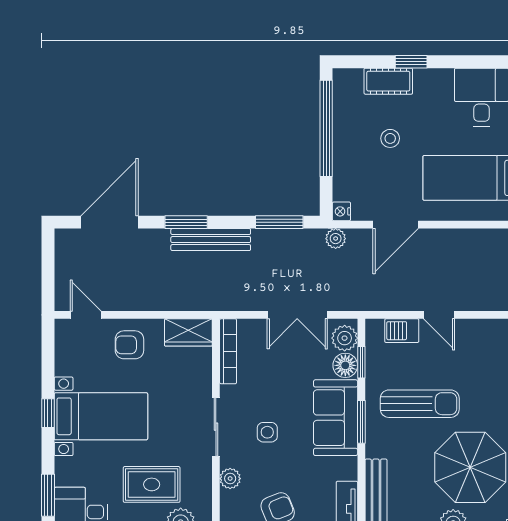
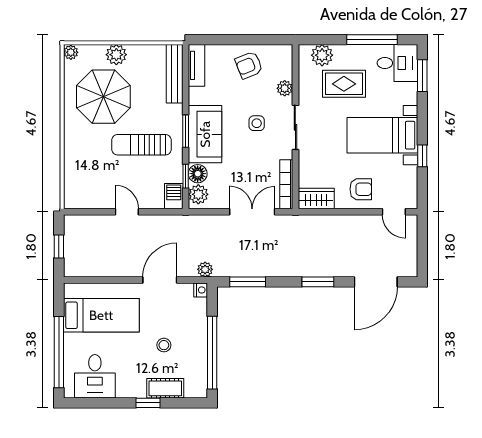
bench: (211, 240) -> (299, 269), removed
double door: (297, 315) -> (252, 212), moved
barbecue: (402, 331) -> (174, 196), moved, turned -90
window: (48, 413) -> (422, 156), moved

